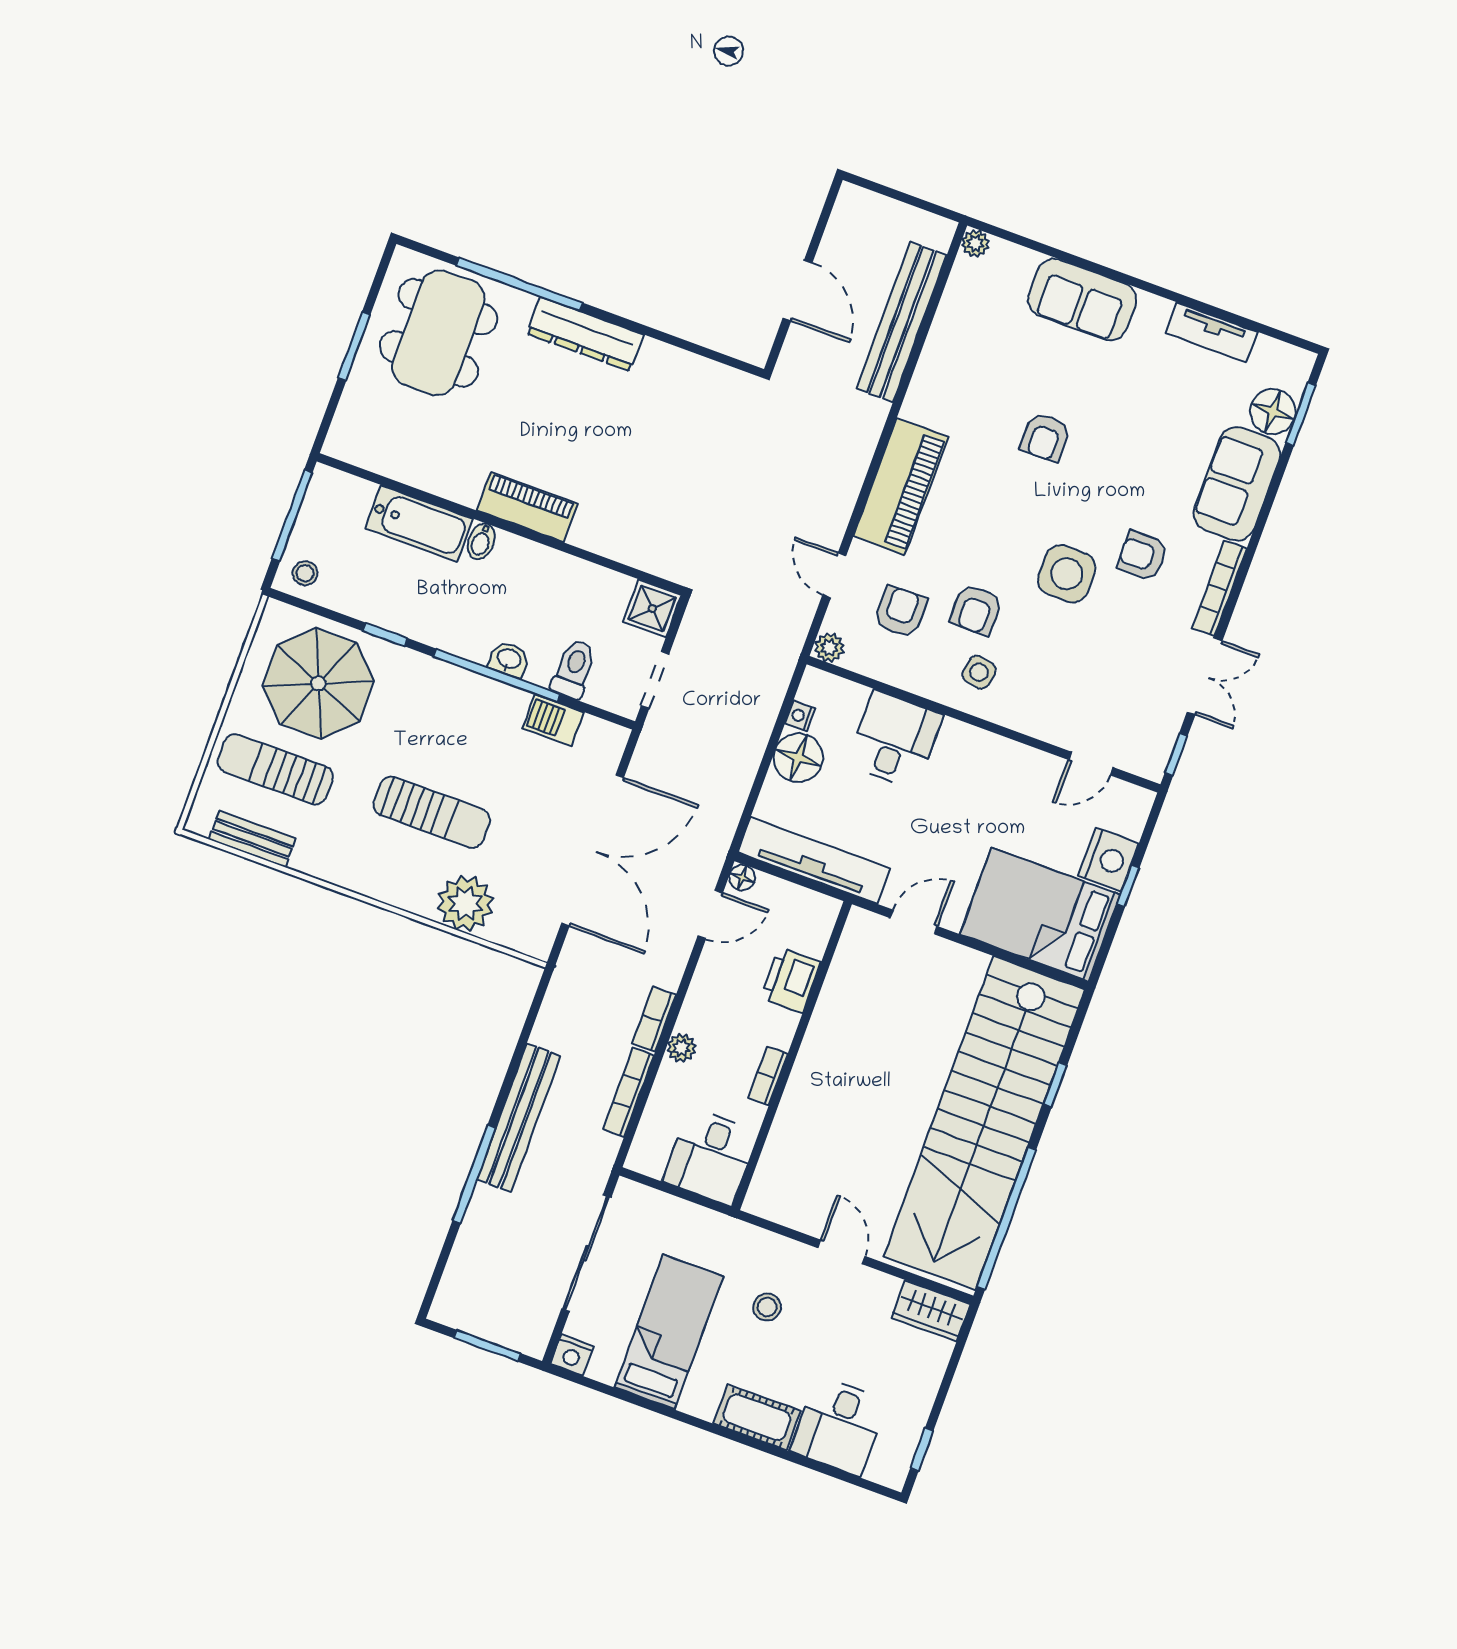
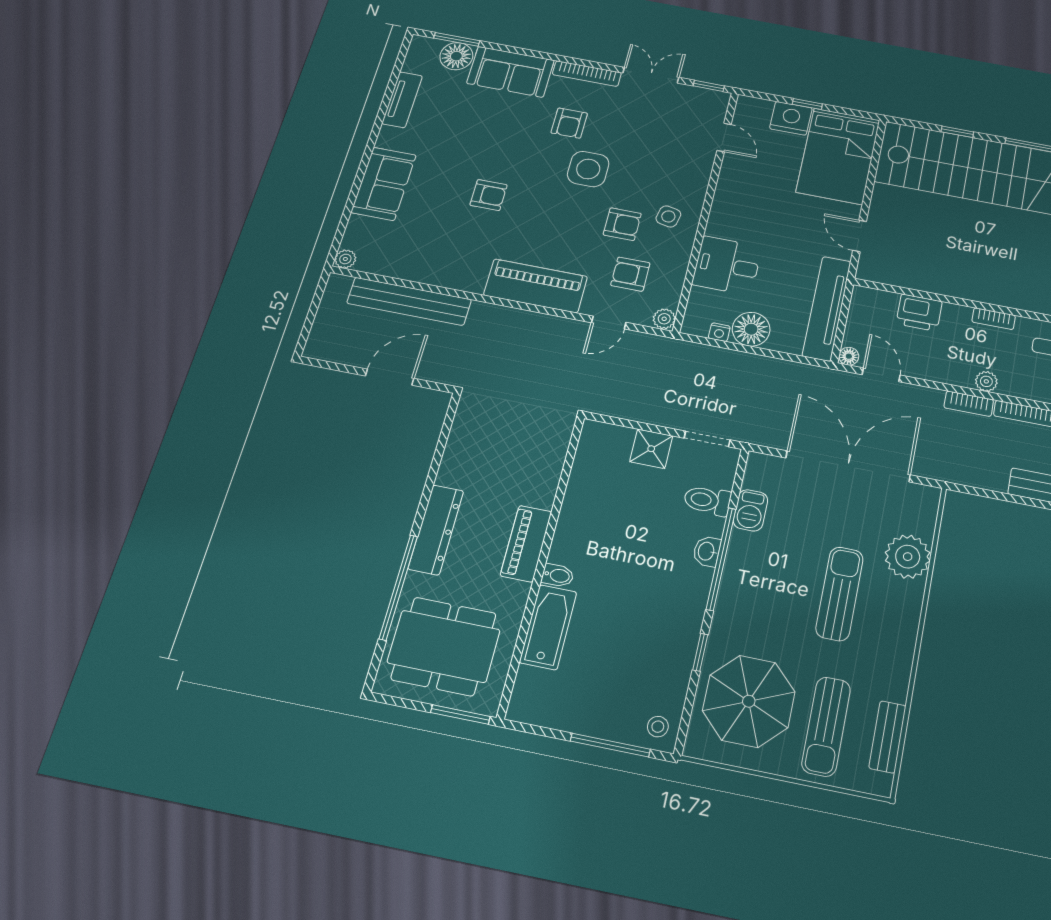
piano: (527, 507) -> (526, 544), moved
bathtub: (419, 524) -> (548, 627), moved
wall: (501, 524) -> (542, 562), moved
bidet: (481, 541) -> (558, 575), moved

